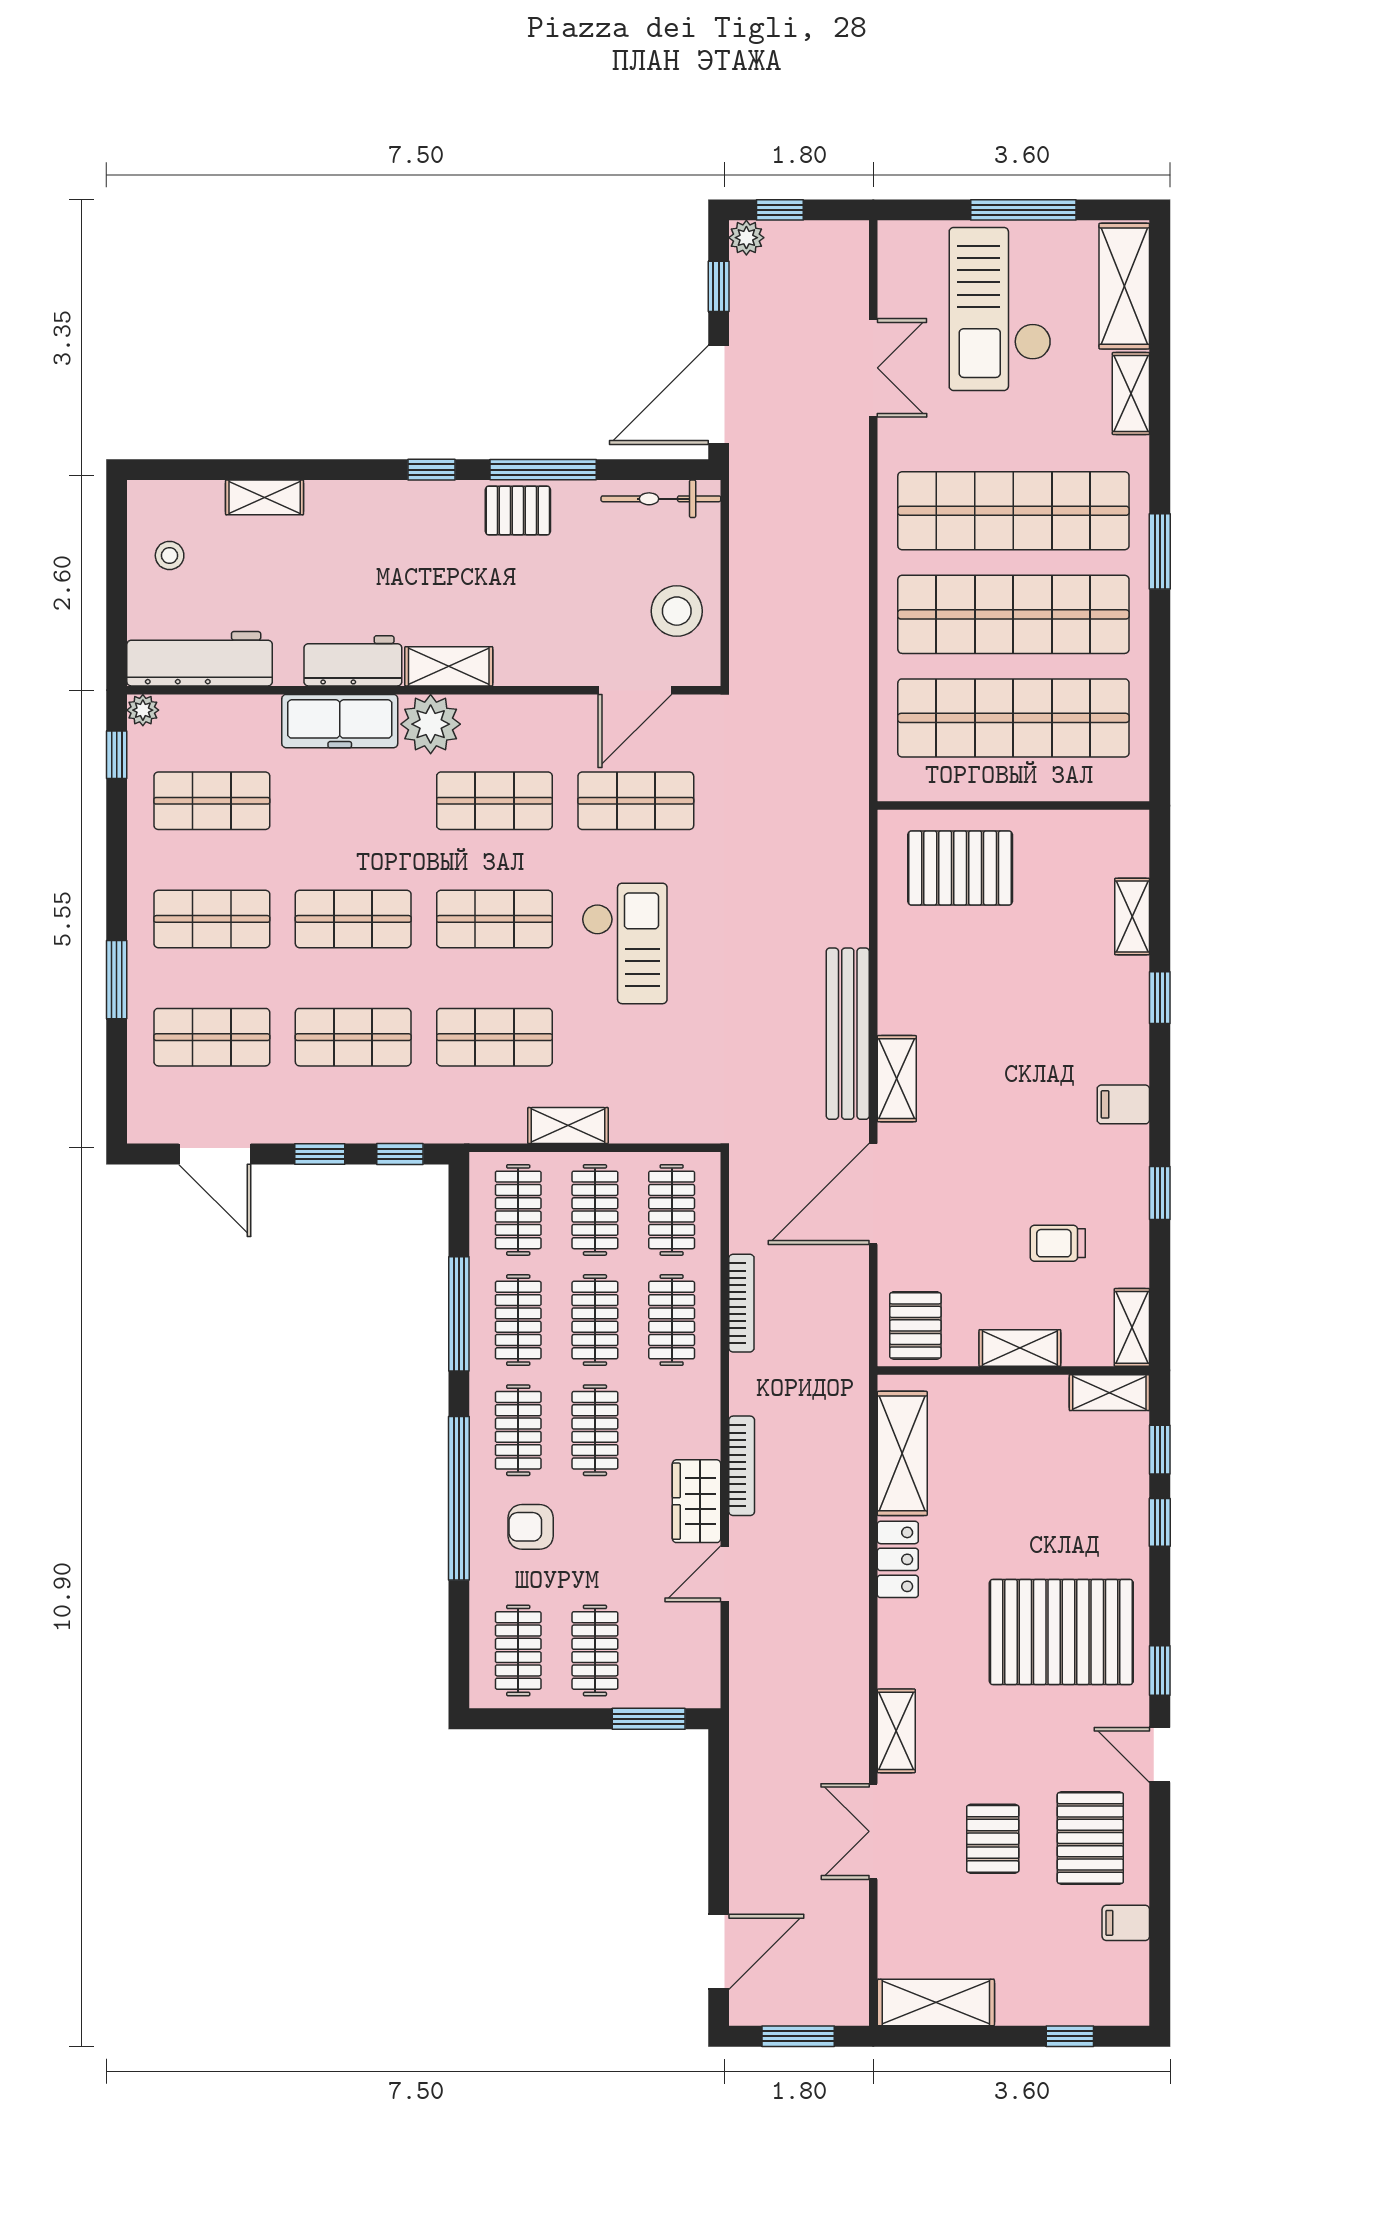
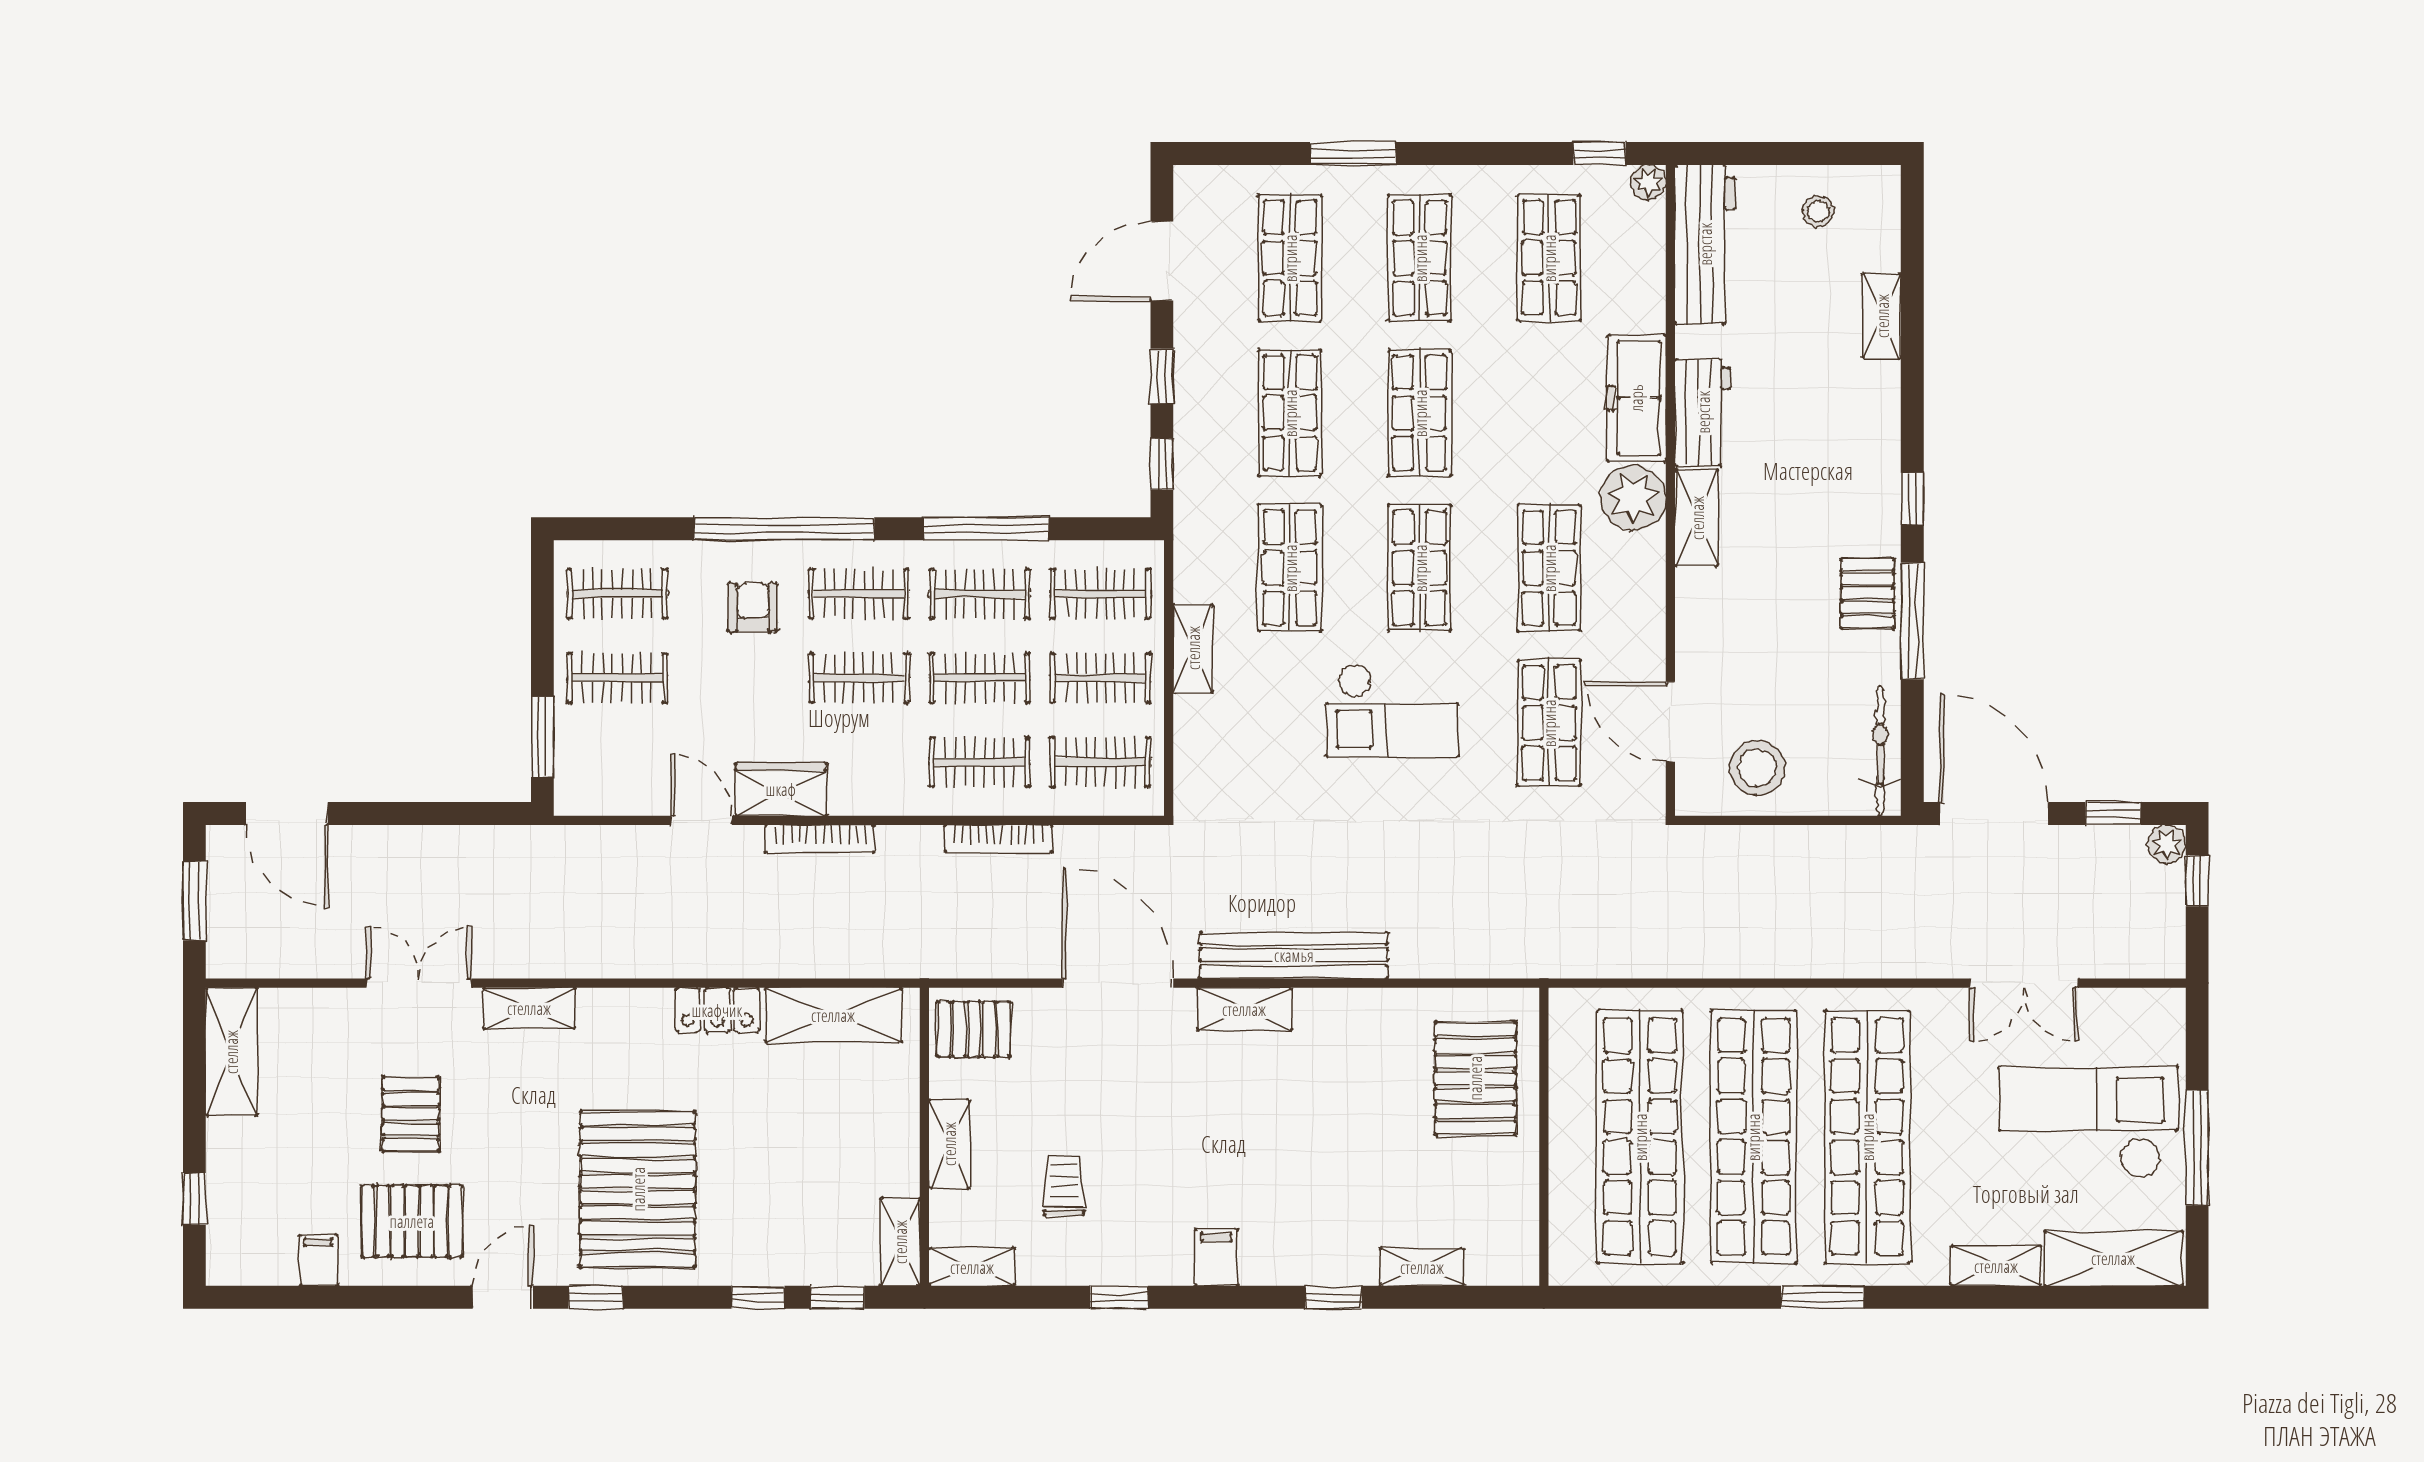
pallet: (993, 1839) -> (411, 1114), turned 90

